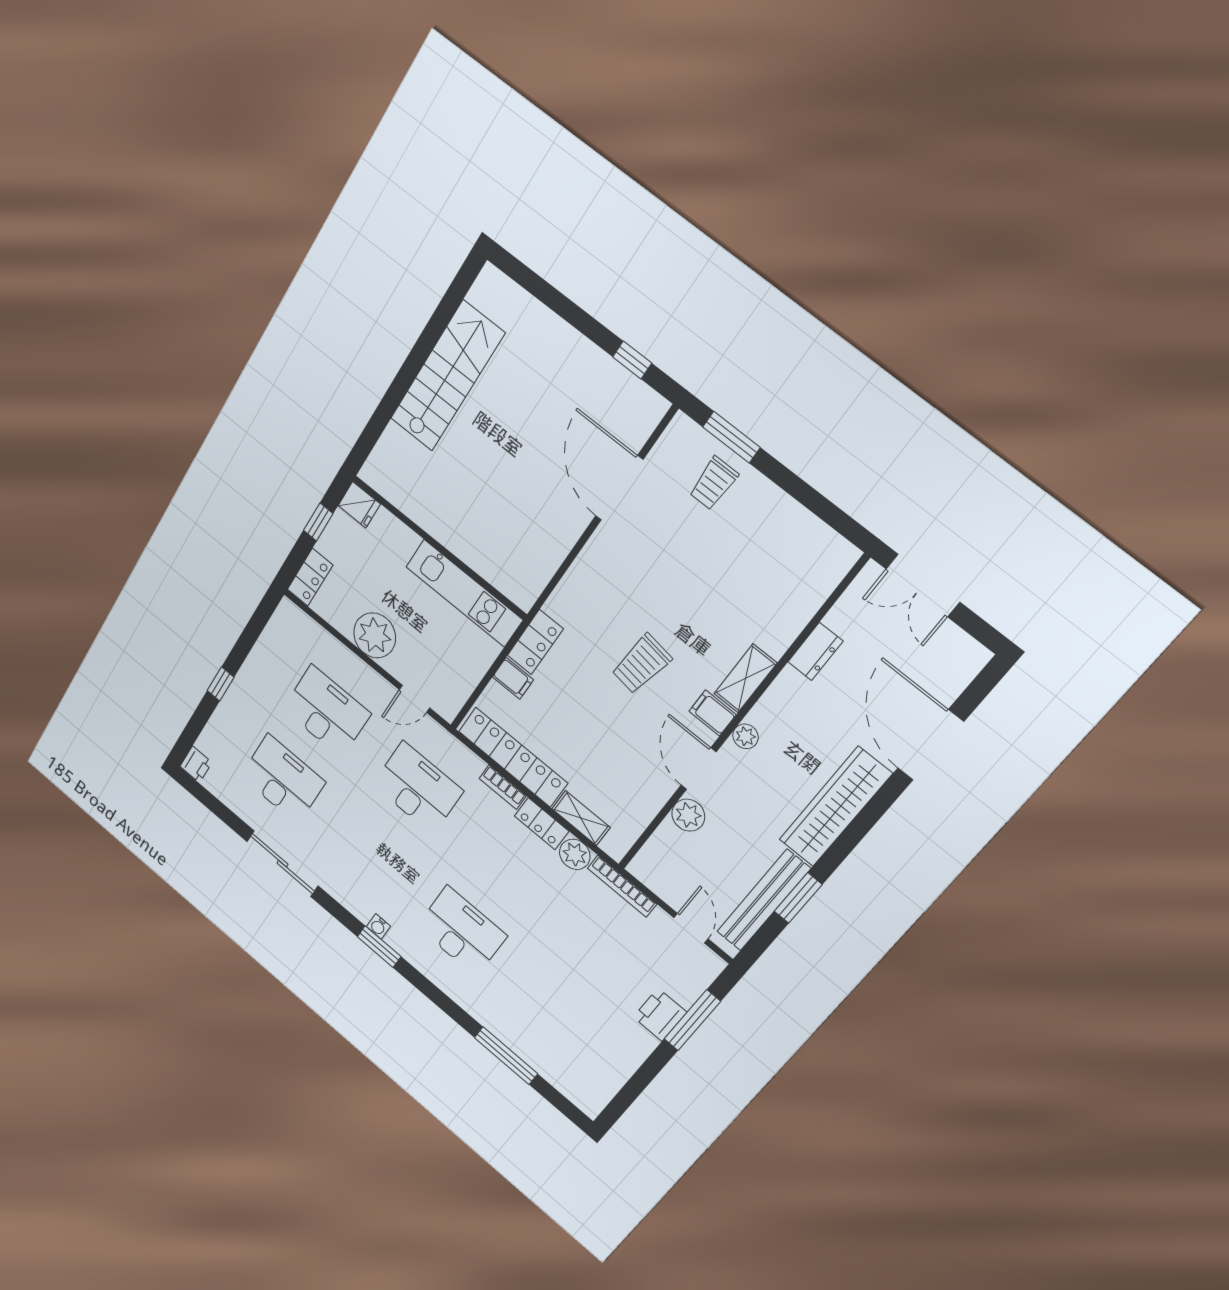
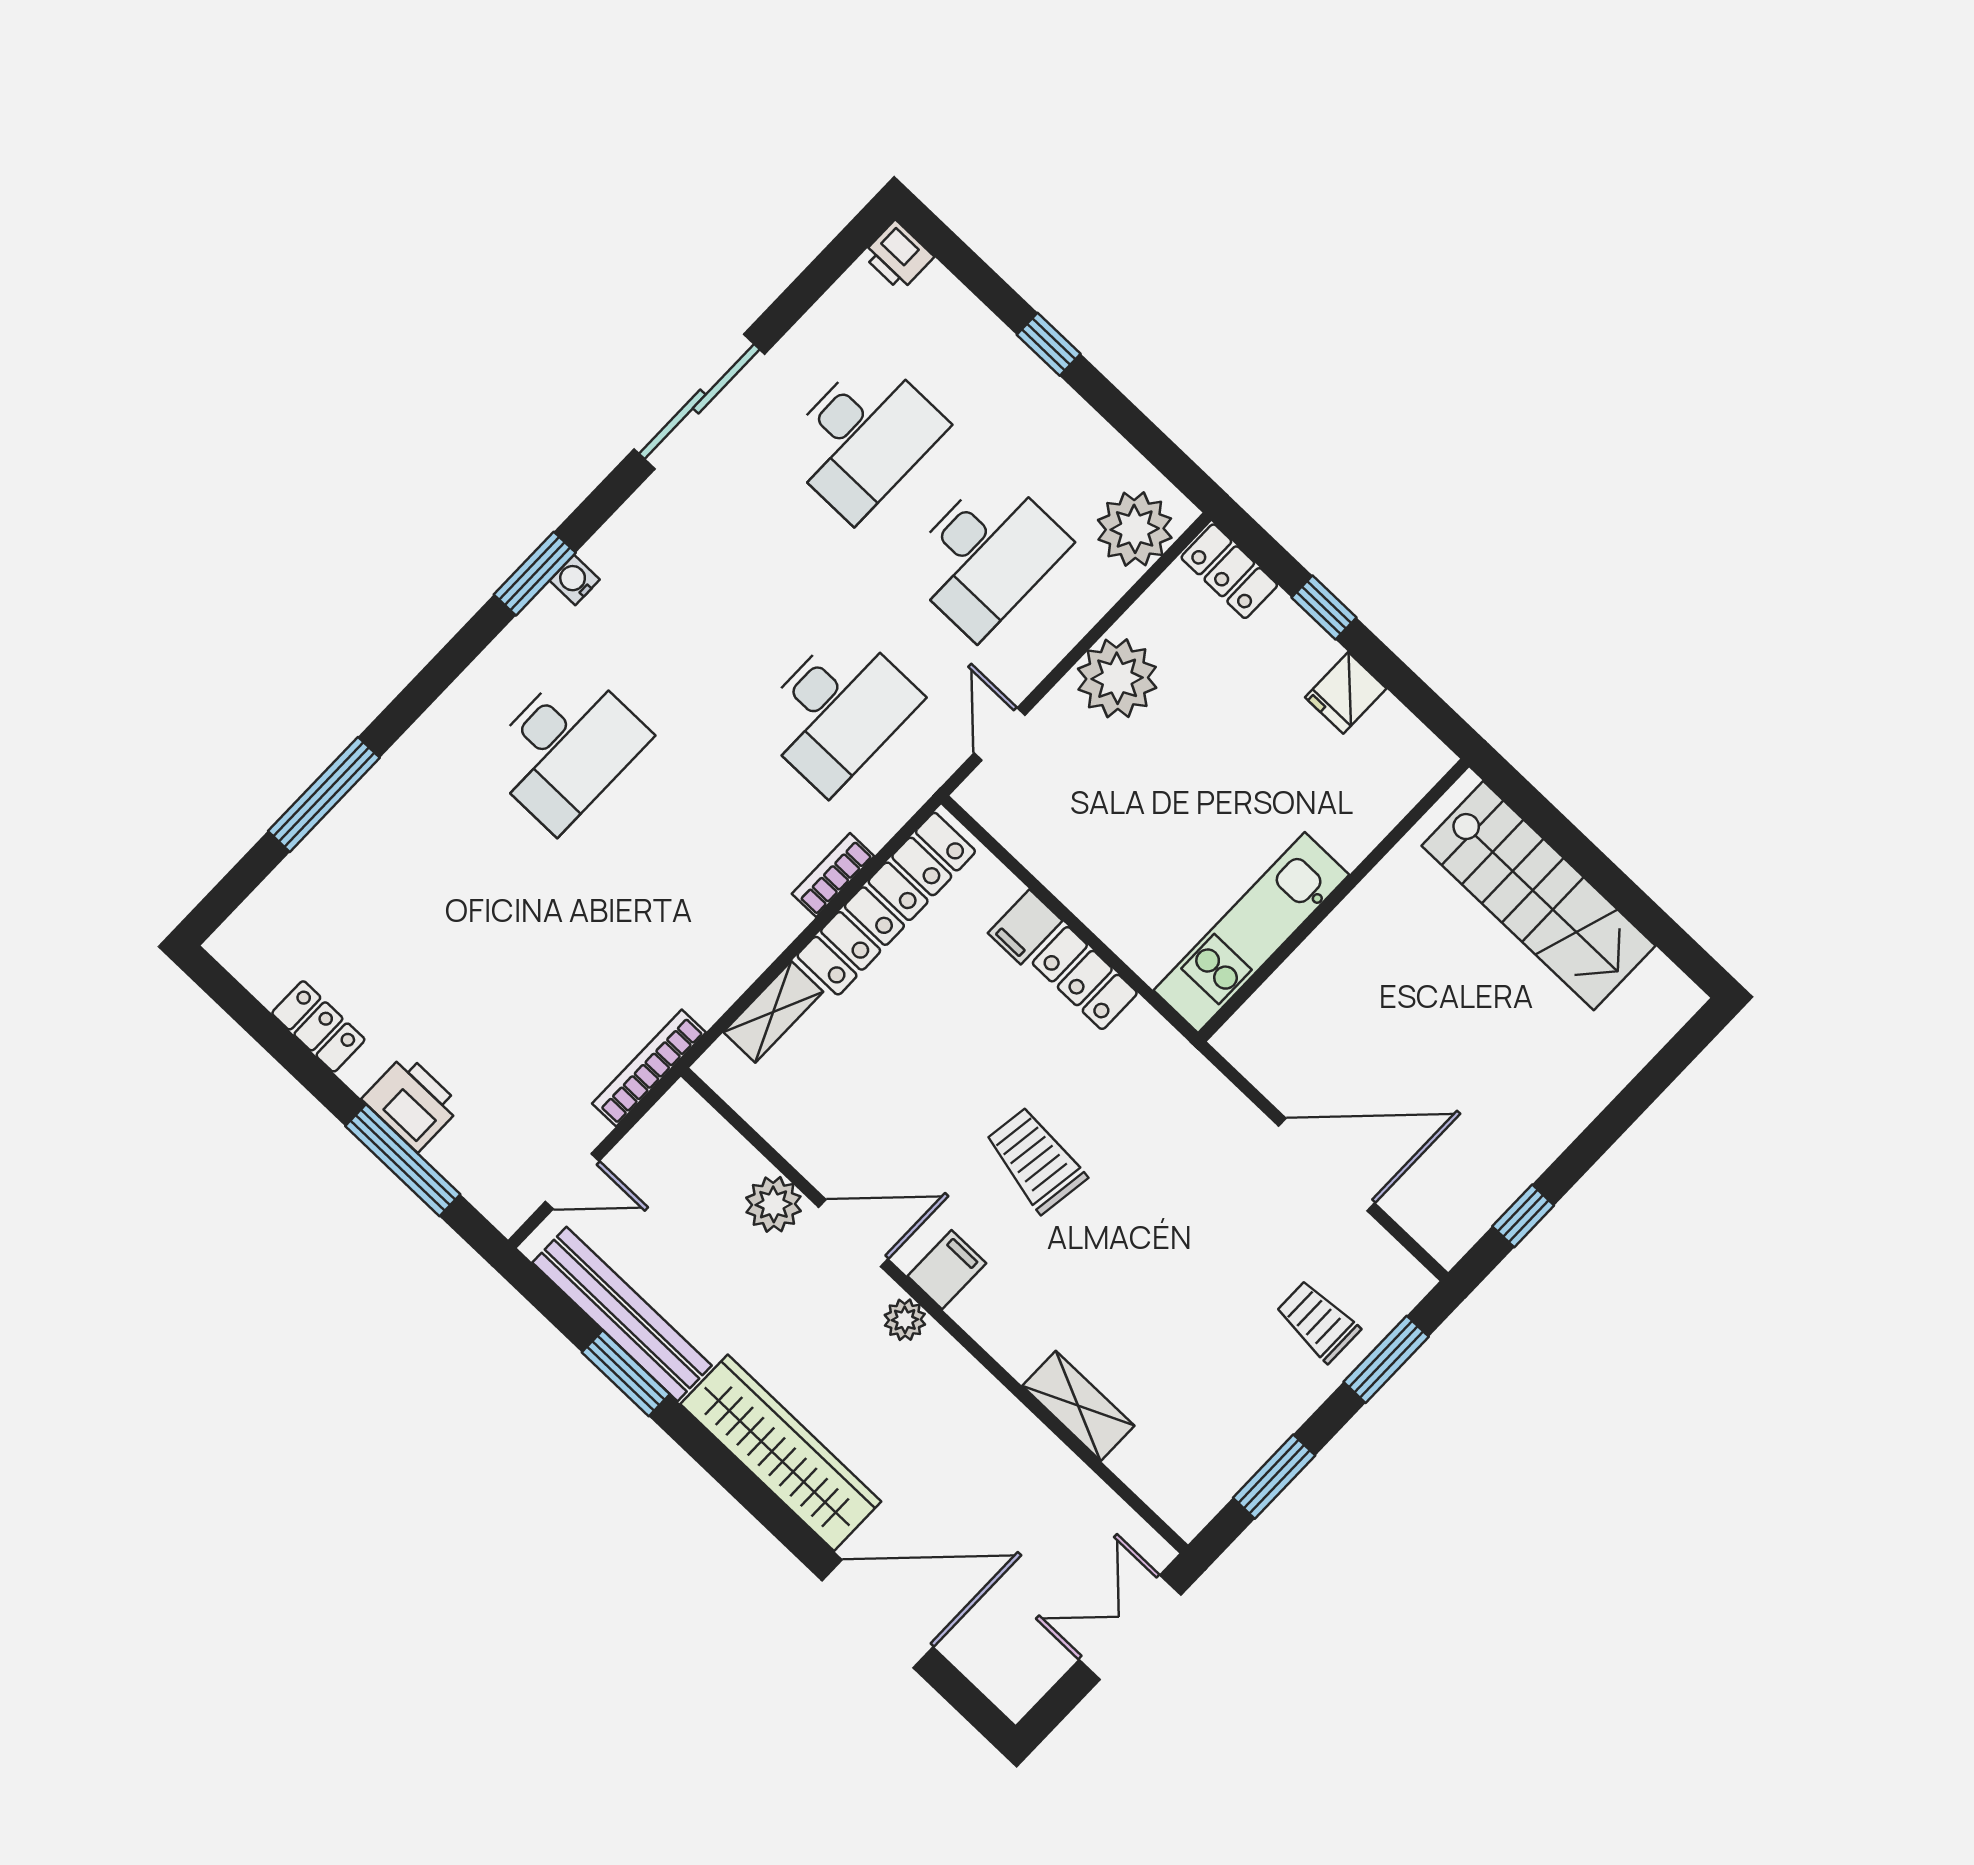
window: (814, 501) -> (1274, 1477), added
wall: (439, 547) -> (1334, 900), moved
kitchen unit: (464, 593) -> (1251, 933), moved
dresser: (815, 652) -> (1038, 1451), removed
shelving: (745, 678) -> (1078, 1406), moved
locker: (542, 824) -> (318, 1026), moved, turned 90
plant: (575, 854) -> (1135, 529), moved, width x1.36, depth x1.36

